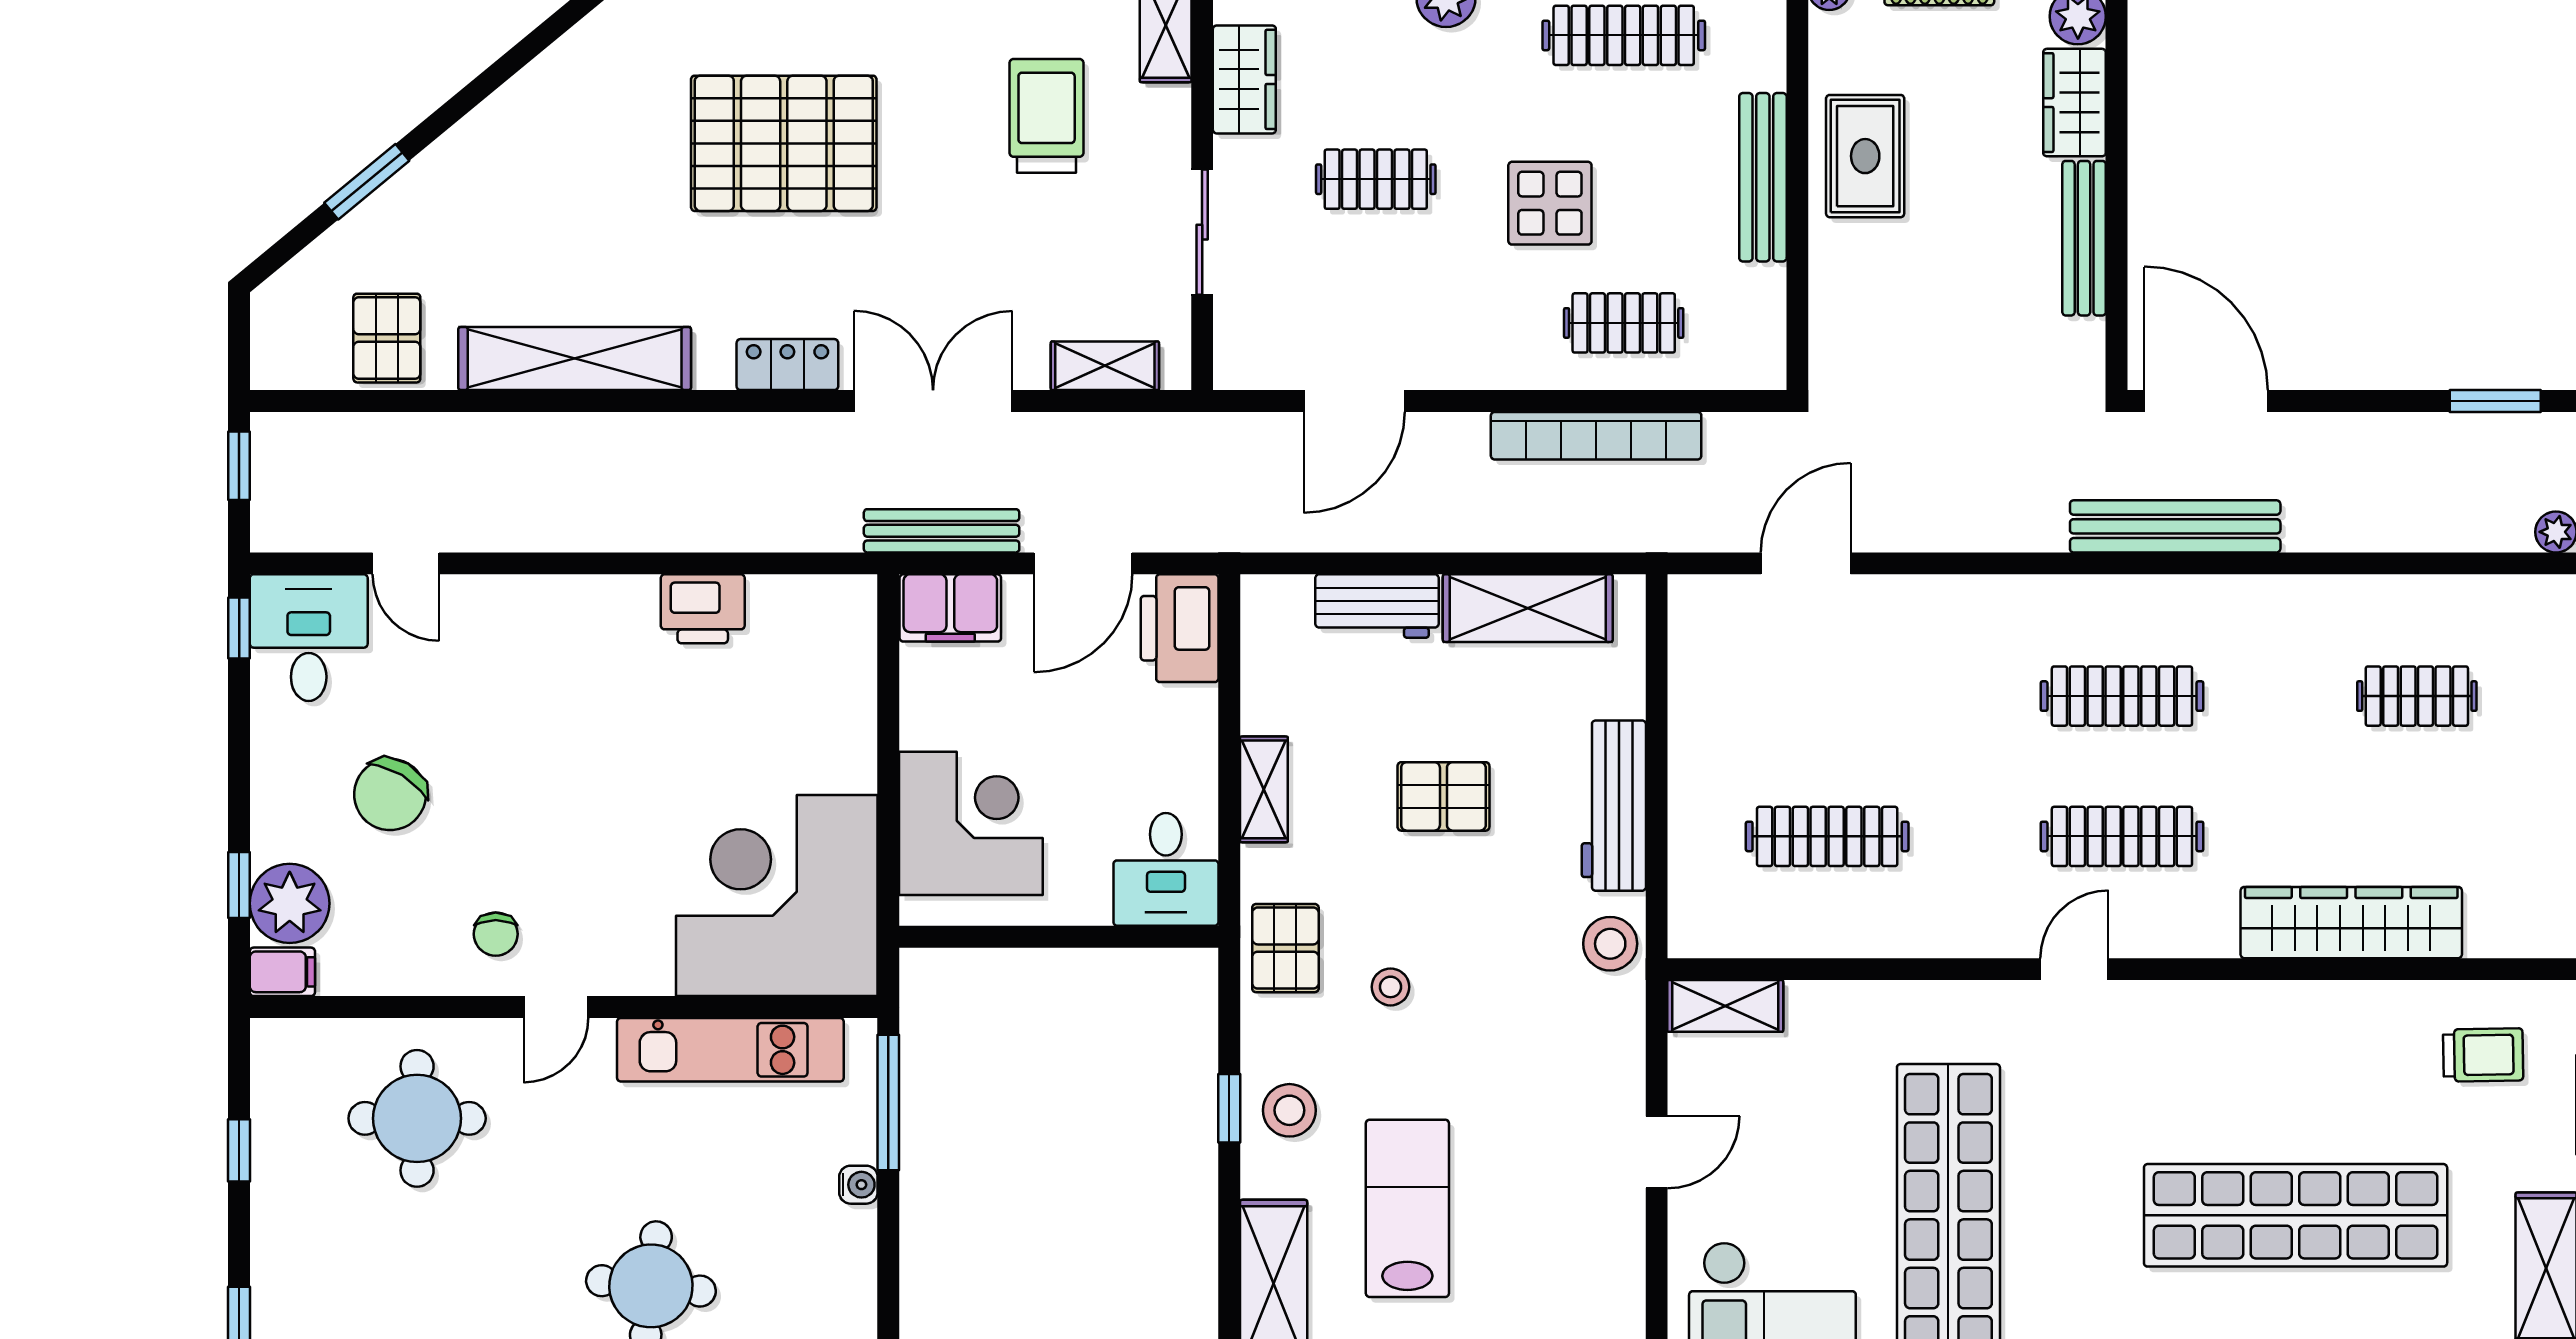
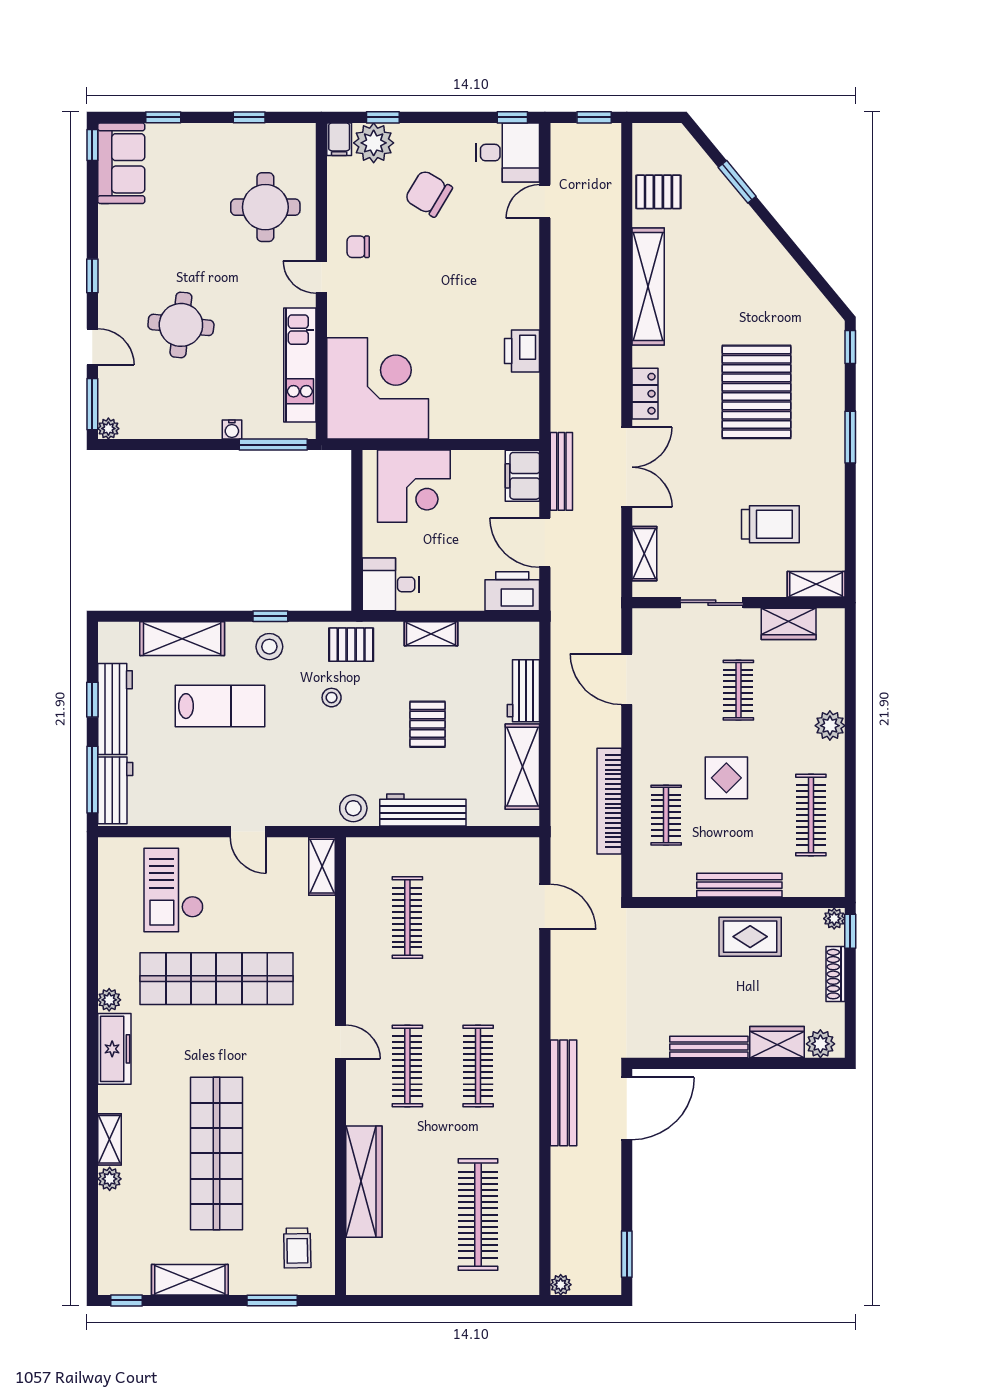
clothes rail: (2417, 696) -> (478, 1215), width x1.86, depth x1.31

